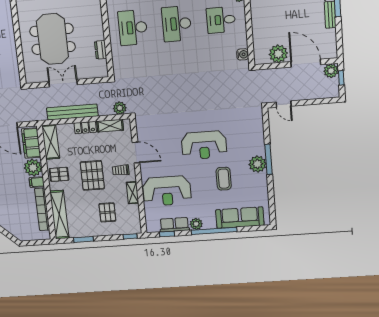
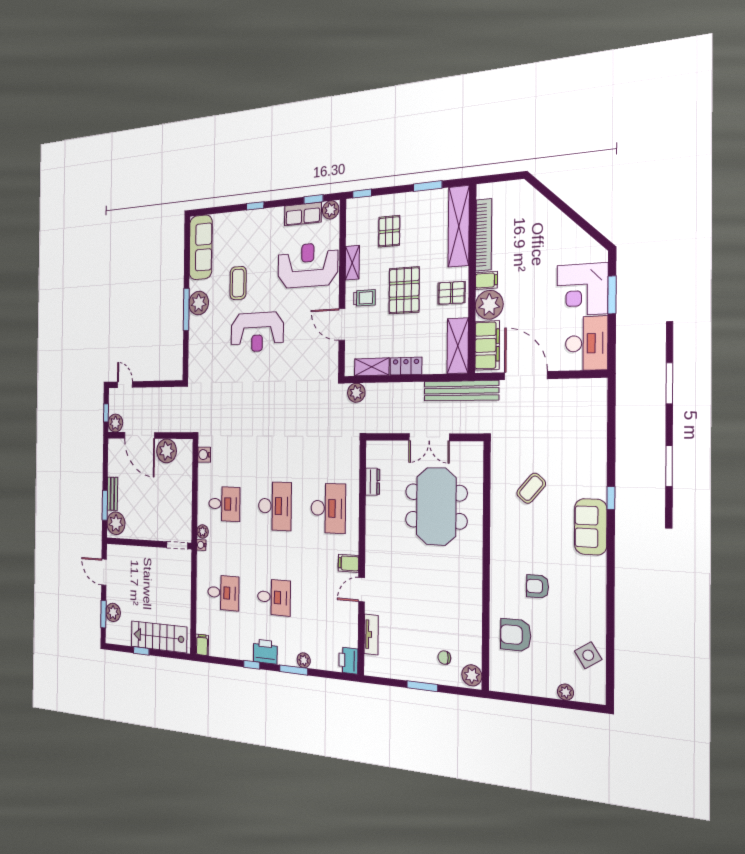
door: (284, 104) -> (125, 385), moved
bench: (72, 112) -> (461, 391), moved
reception desk: (204, 145) -> (257, 332), turned 180
sofa: (240, 218) -> (201, 247), moved, turned -90
plant: (196, 224) -> (331, 210), moved
window: (214, 231) -> (255, 206), width x0.32

